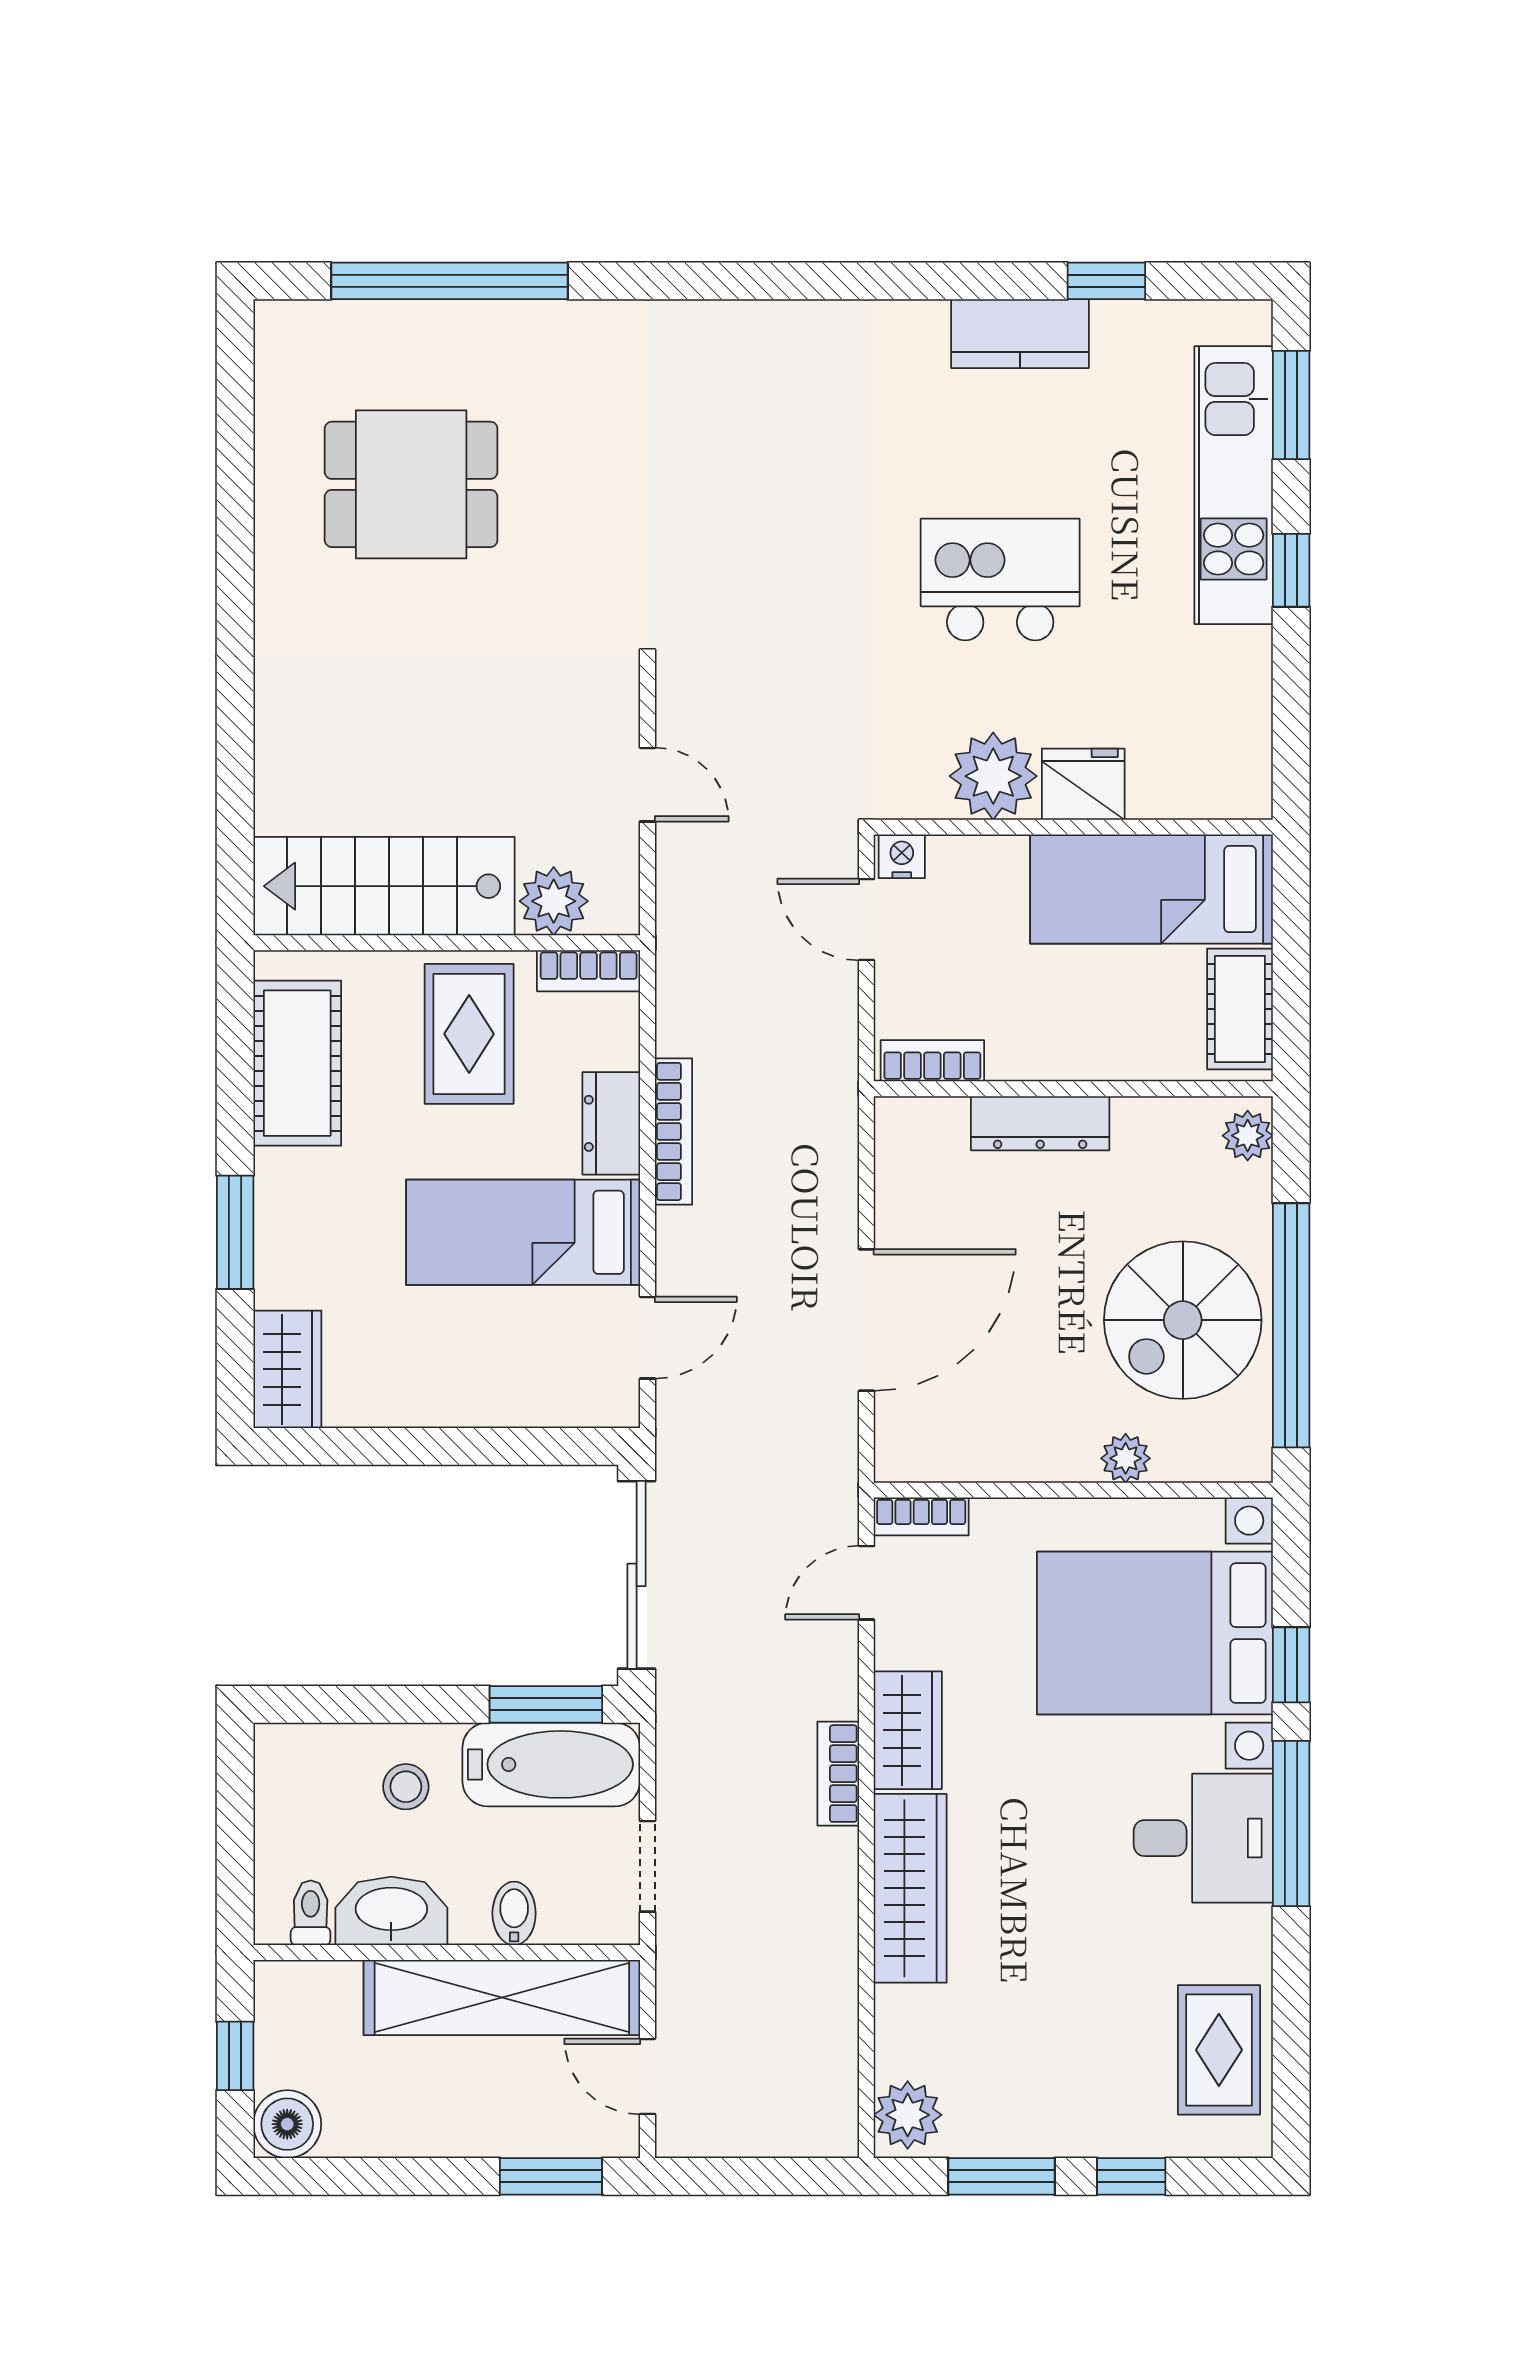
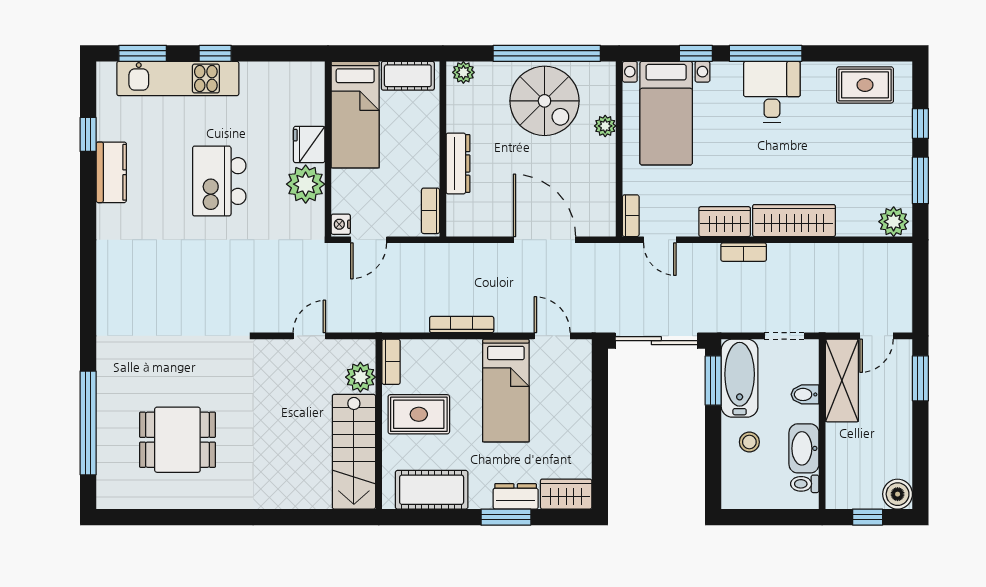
dining table: (411, 484) -> (177, 440), turned 90
dresser: (611, 1123) -> (516, 496), moved, turned 180
bed with nightstands: (1155, 1633) -> (666, 113), width x0.73
shelving: (502, 1997) -> (842, 381), width x0.68

